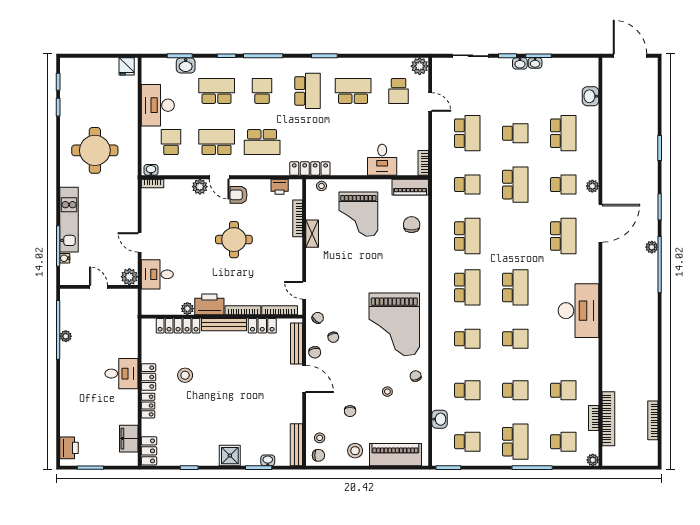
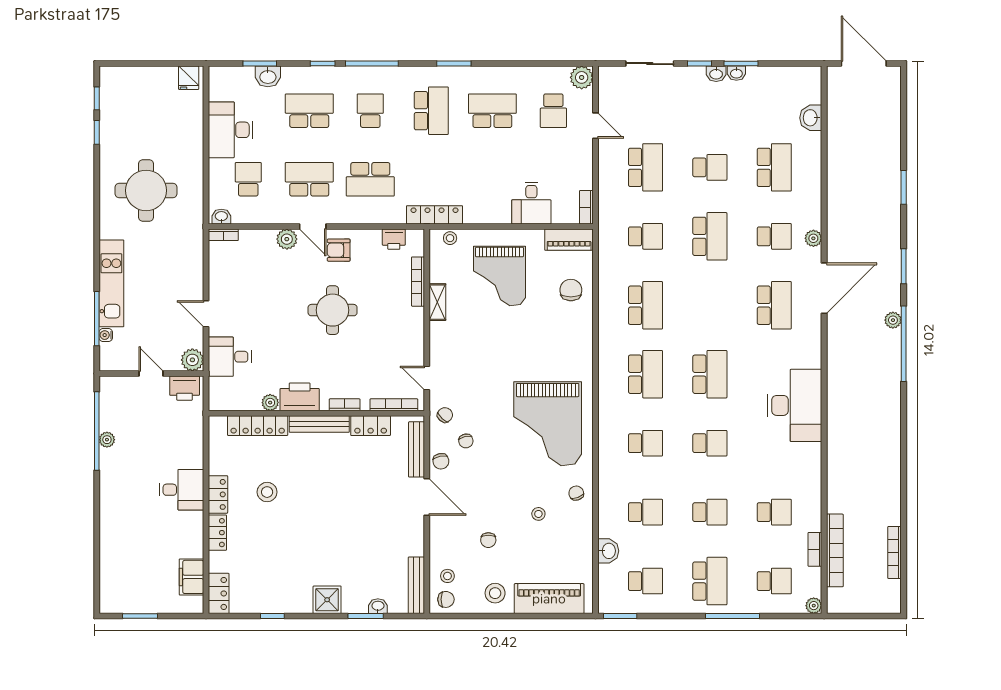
bookcase: (243, 310) -> (345, 405), width x0.64
printer: (69, 448) -> (185, 388), moved, turned 90

